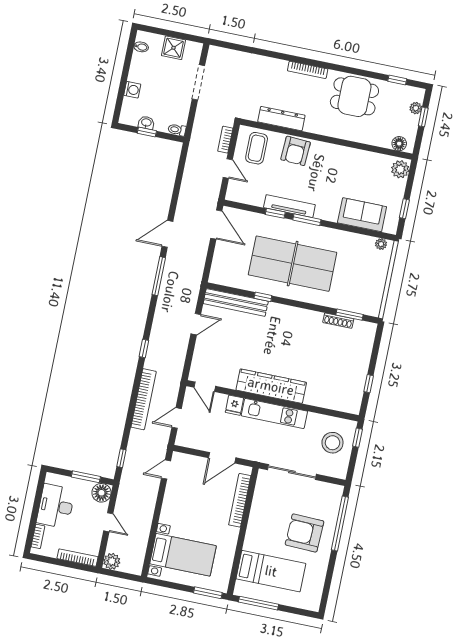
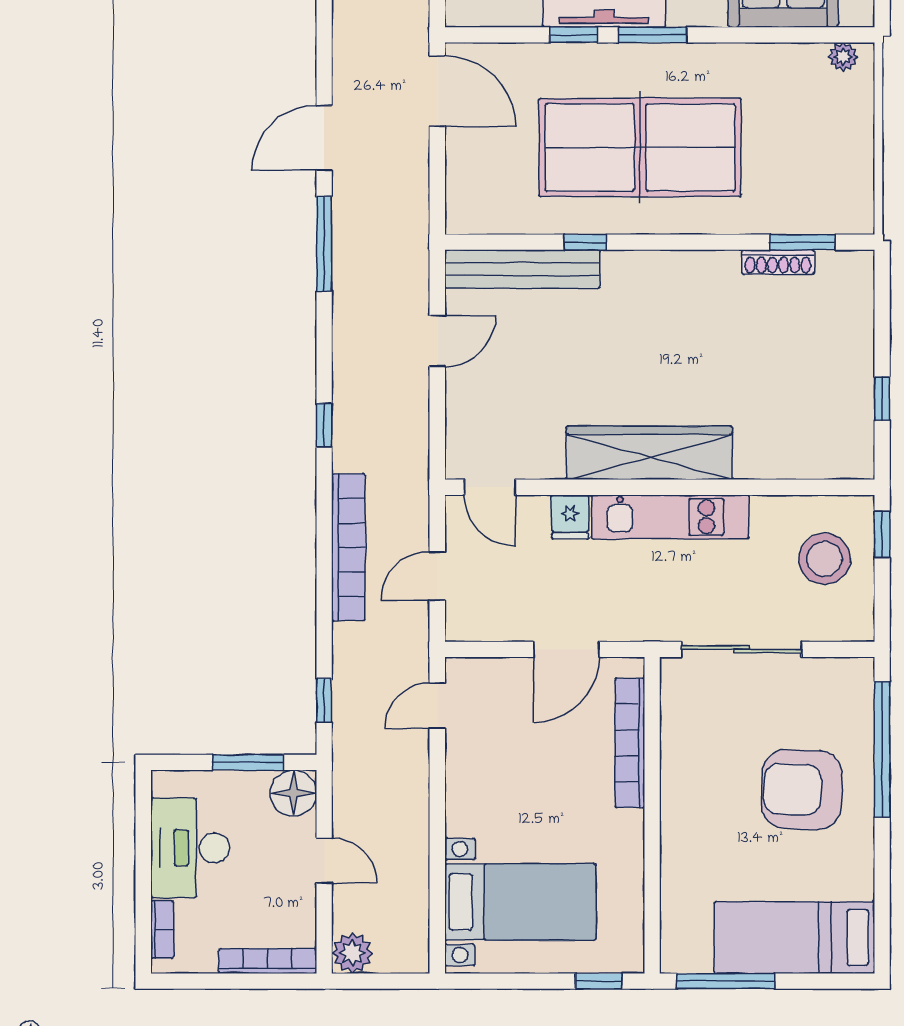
bed: (271, 571) -> (794, 937), moved, turned 180
window: (208, 593) -> (599, 981), width x0.67

